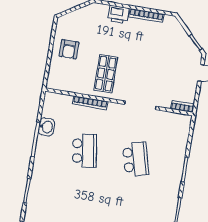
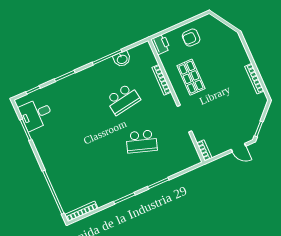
printer: (118, 14) -> (161, 44), moved, turned 180
shop shelf: (106, 74) -> (191, 77), turned 90
school desk: (136, 159) -> (142, 142), turned 33

